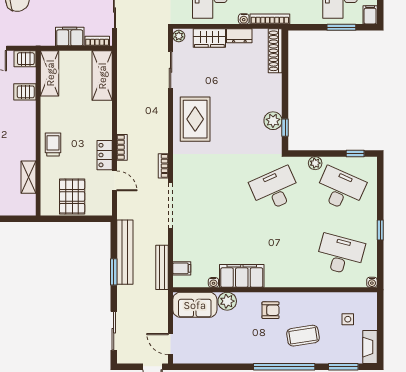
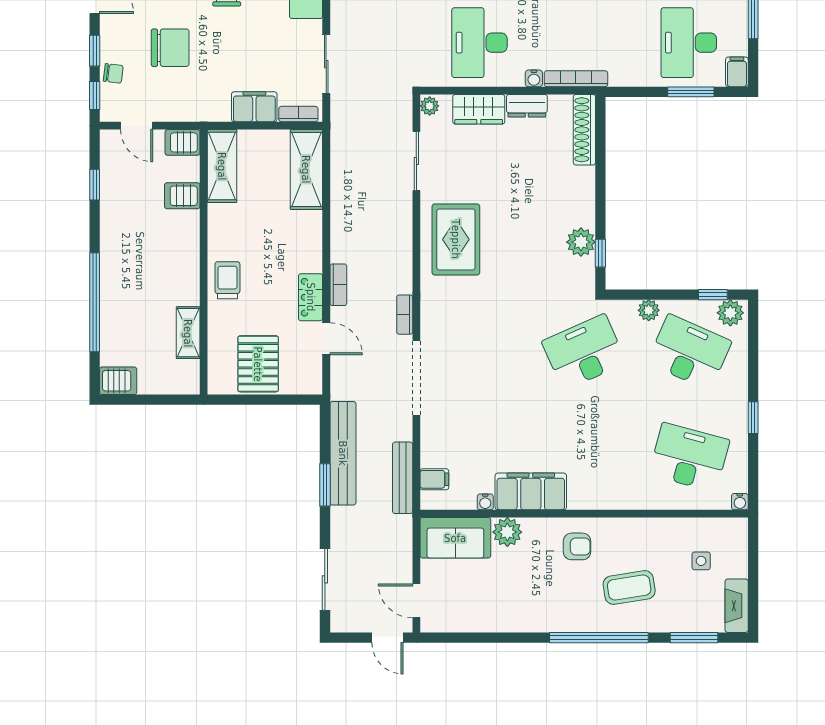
plant: (366, 165) -> (730, 313), added

